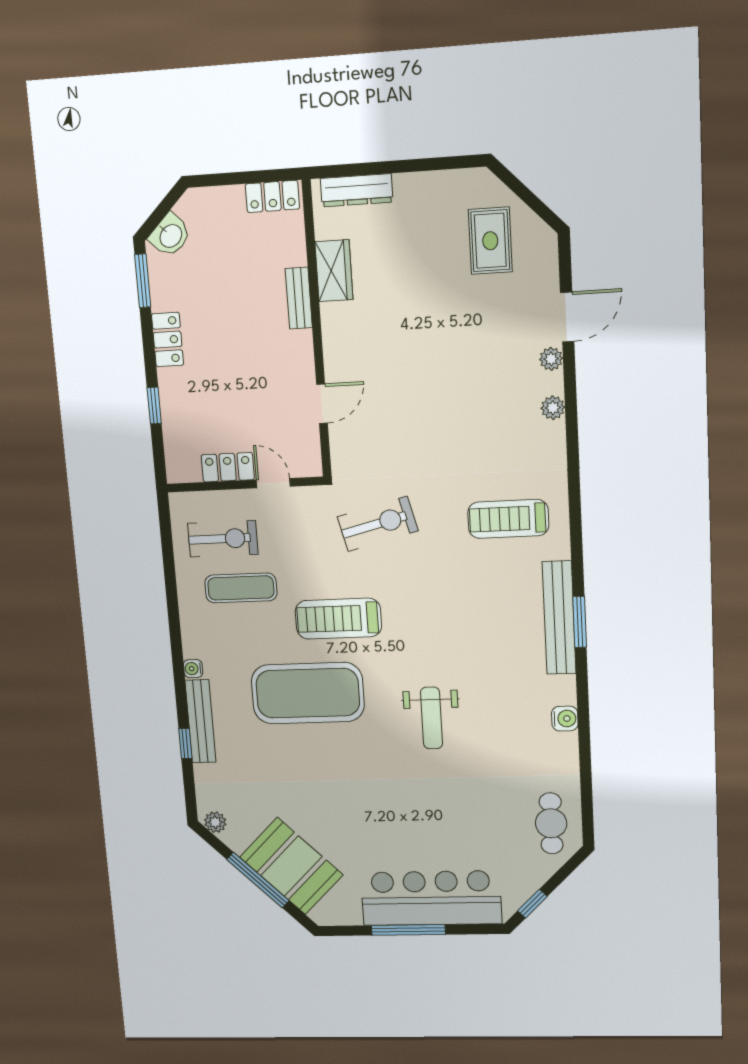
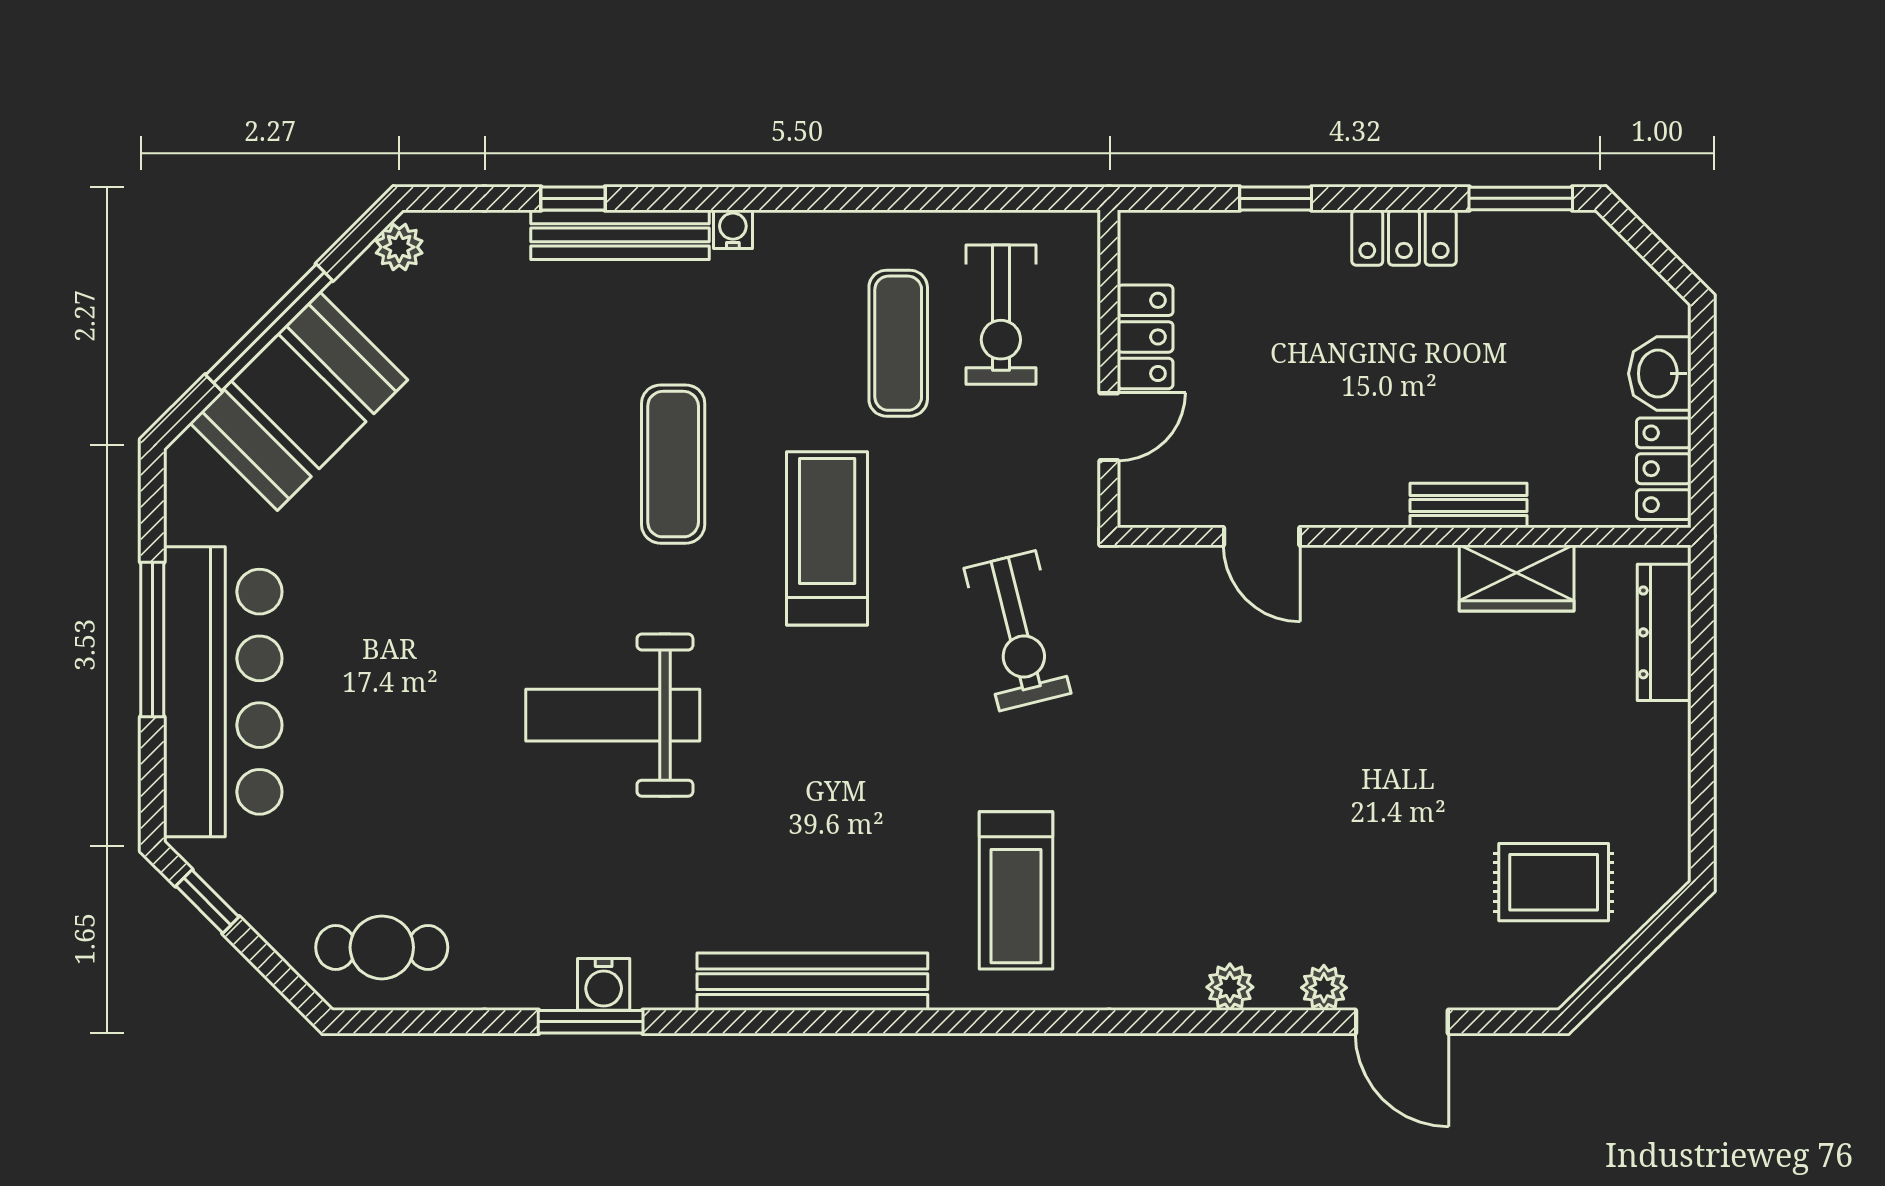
washbasin: (170, 235) -> (1660, 374), moved, turned 45
treadmill: (508, 519) -> (1016, 890), turned 180
window: (580, 622) -> (591, 1022), moved
exercise mat: (308, 693) -> (673, 464), width x0.50, depth x0.69
weight bench: (431, 718) -> (613, 715), width x1.36, depth x1.33

